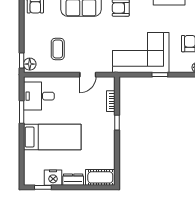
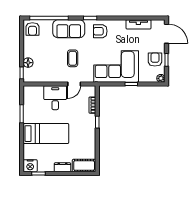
coffee table: (58, 49) -> (73, 58), moved
floor lamp: (30, 64) -> (28, 63), moved
desk: (39, 96) -> (55, 98), moved, turned 90
nightstand: (53, 178) -> (30, 166), moved

